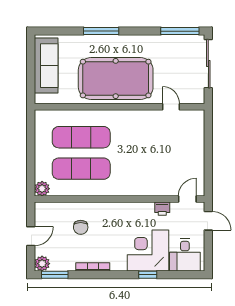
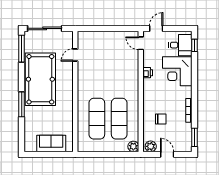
sofa: (46, 66) -> (51, 143), width x0.73
pool table: (116, 79) -> (40, 79), moved
printer: (162, 209) -> (148, 73), moved
plant: (42, 264) -> (151, 146), moved
window: (148, 275) -> (195, 45), moved

